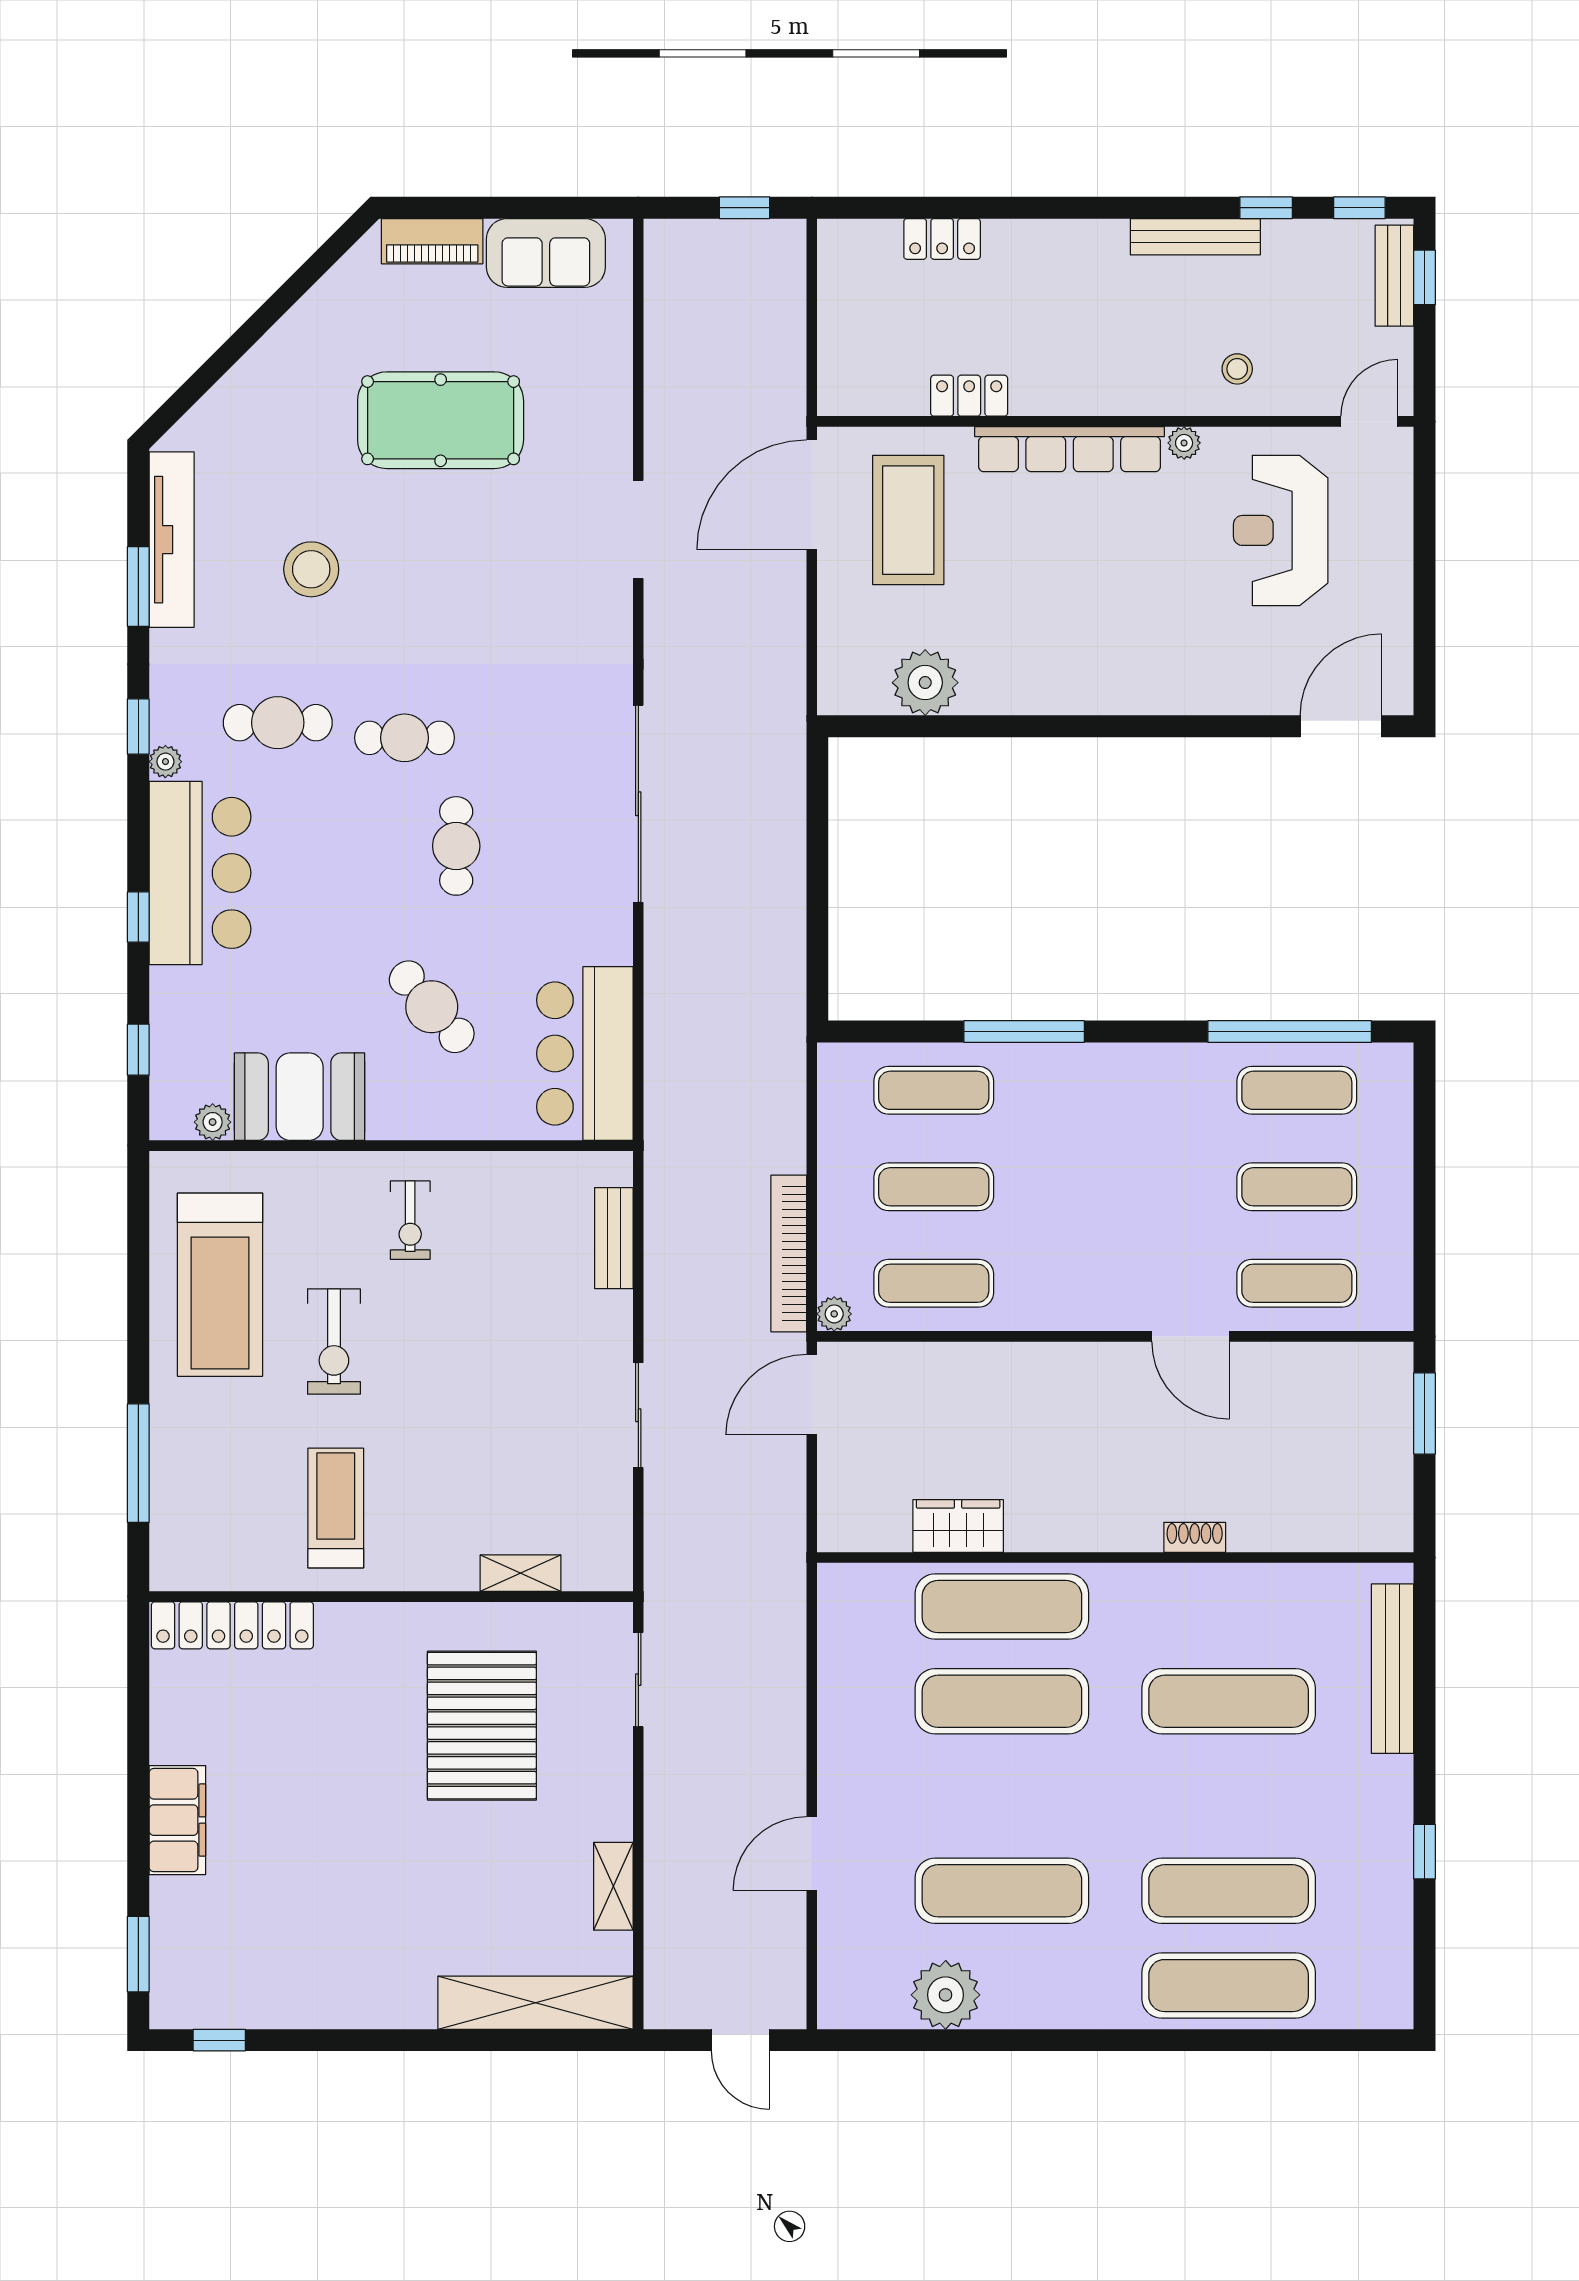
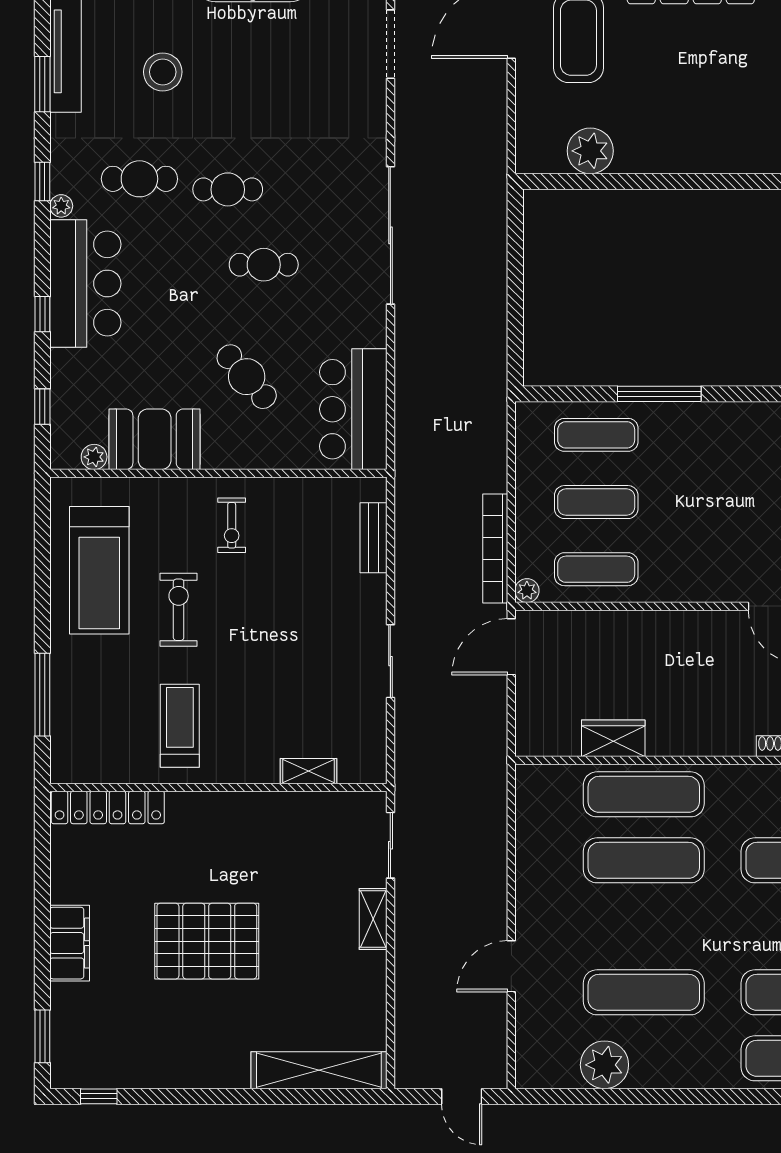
cafe table: (456, 846) -> (264, 265), turned 90
exercise bike: (334, 1341) -> (179, 610), turned 180
pallet: (482, 1726) -> (207, 941), moved, turned 90
shelving: (613, 1886) -> (373, 919), moved

